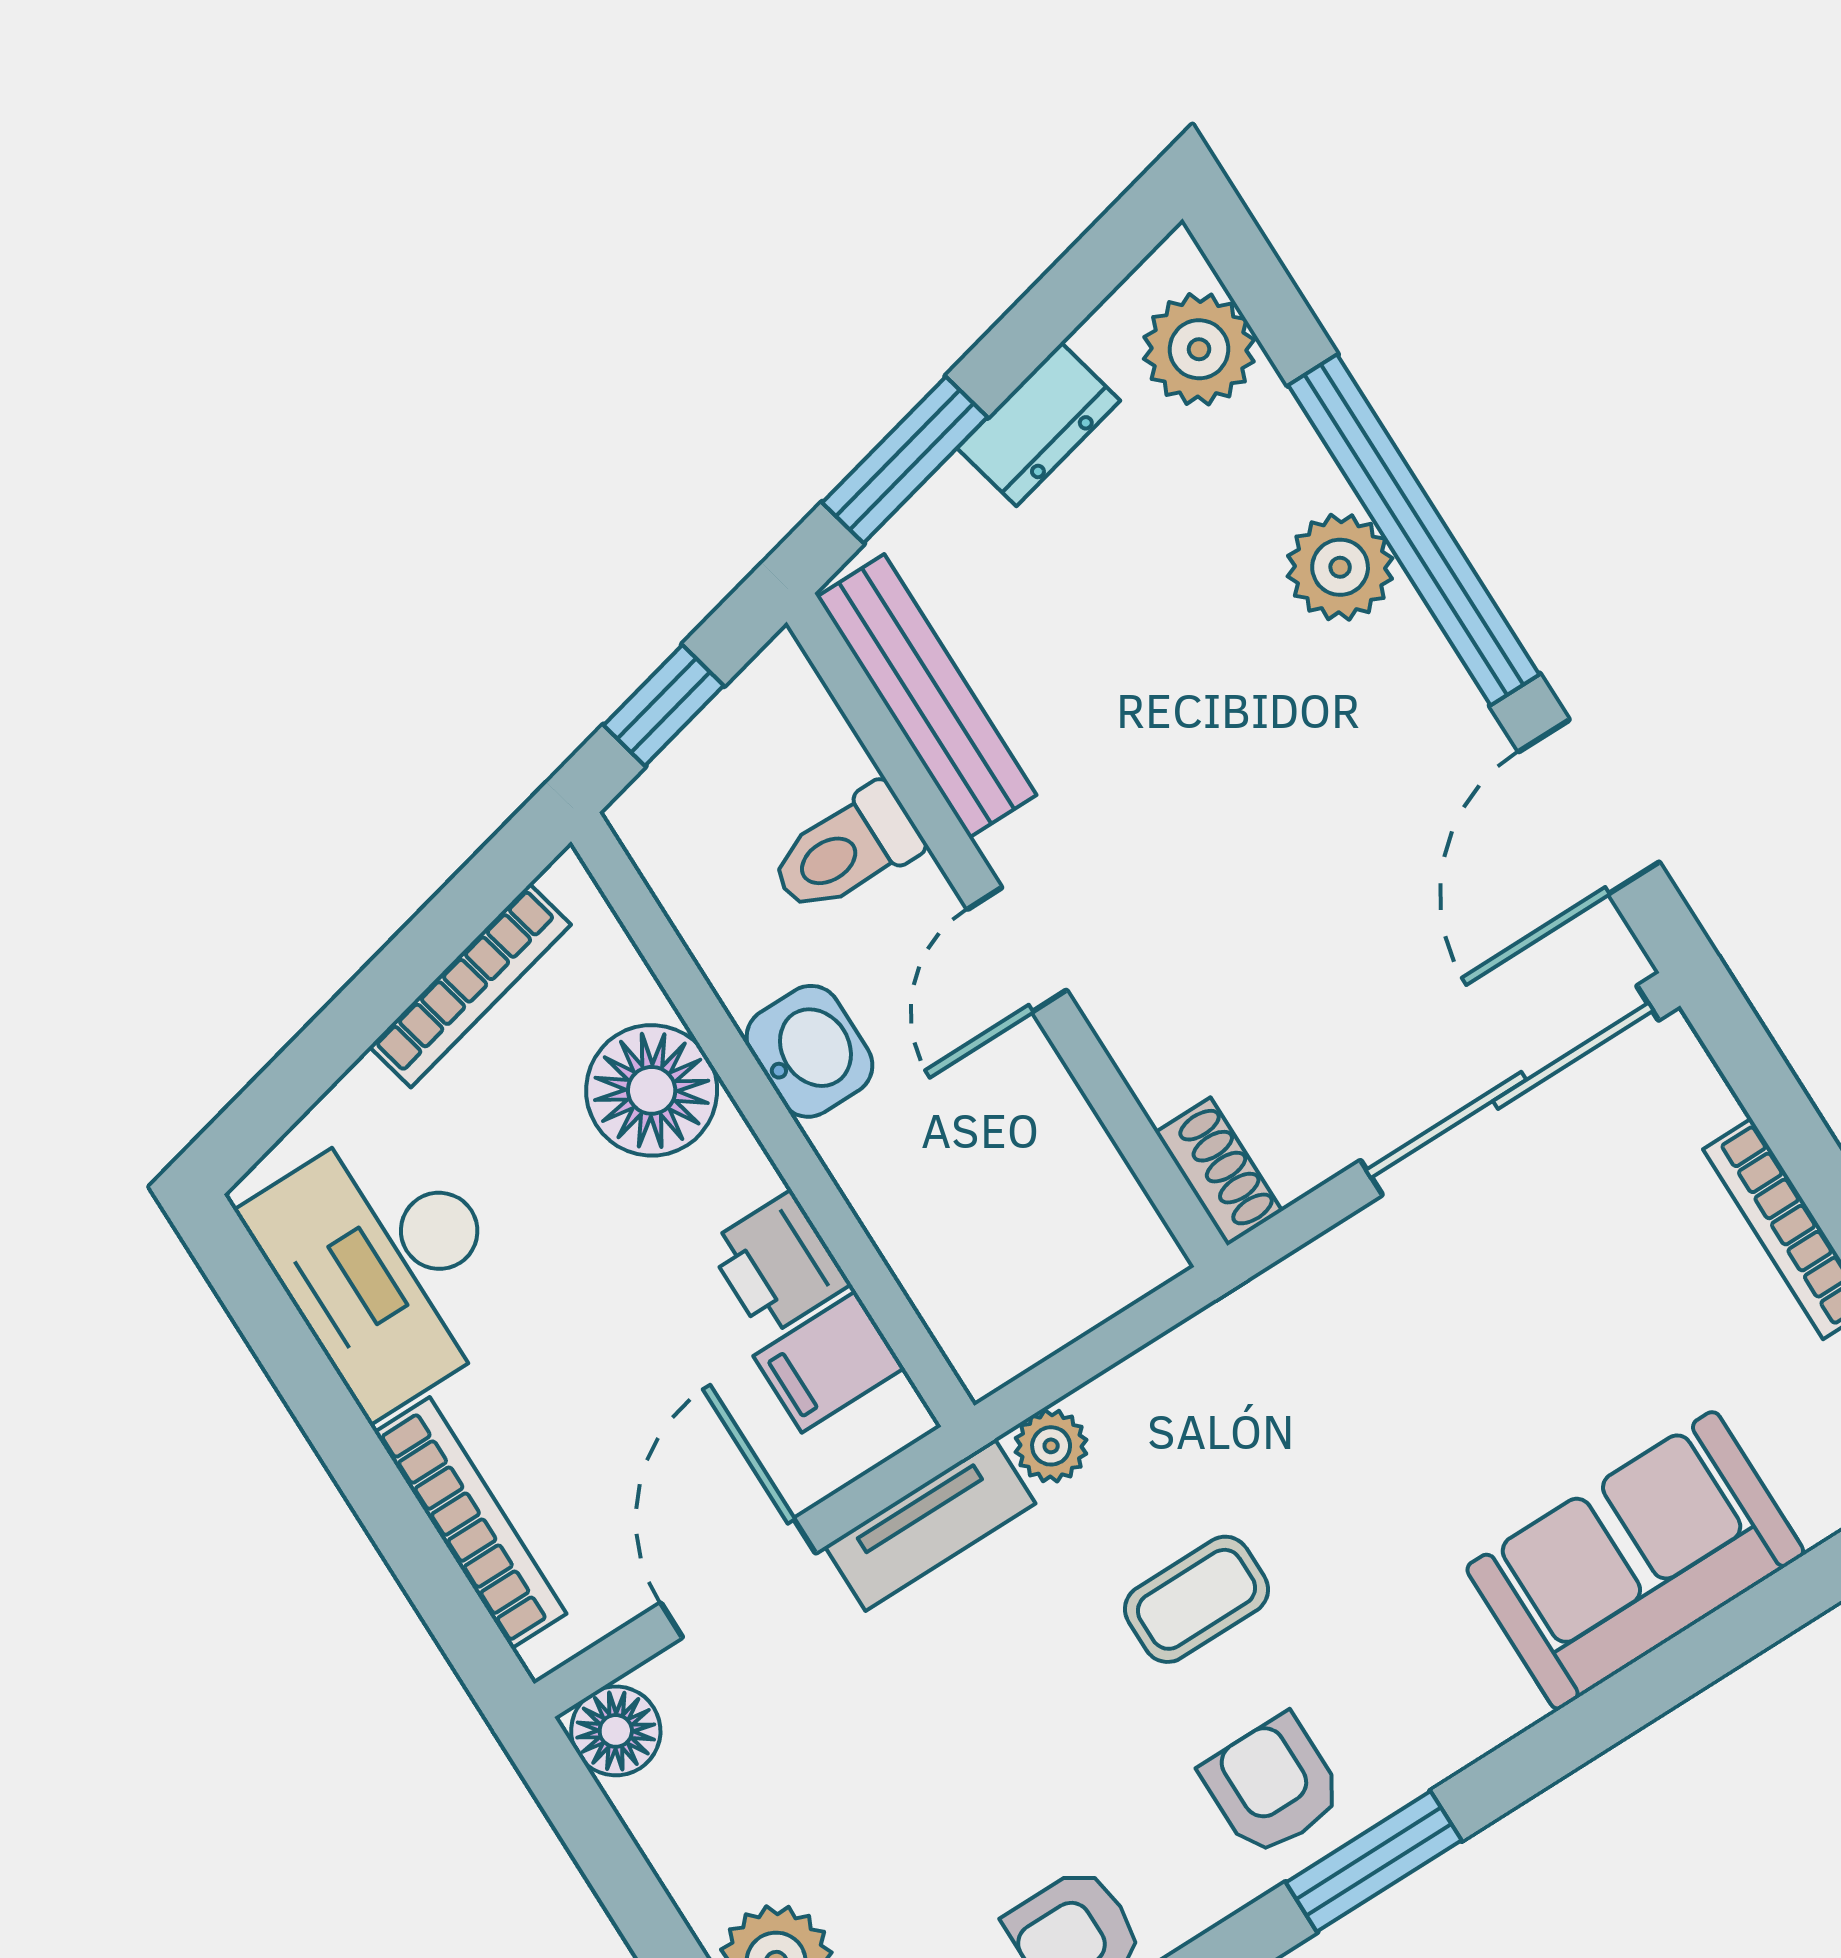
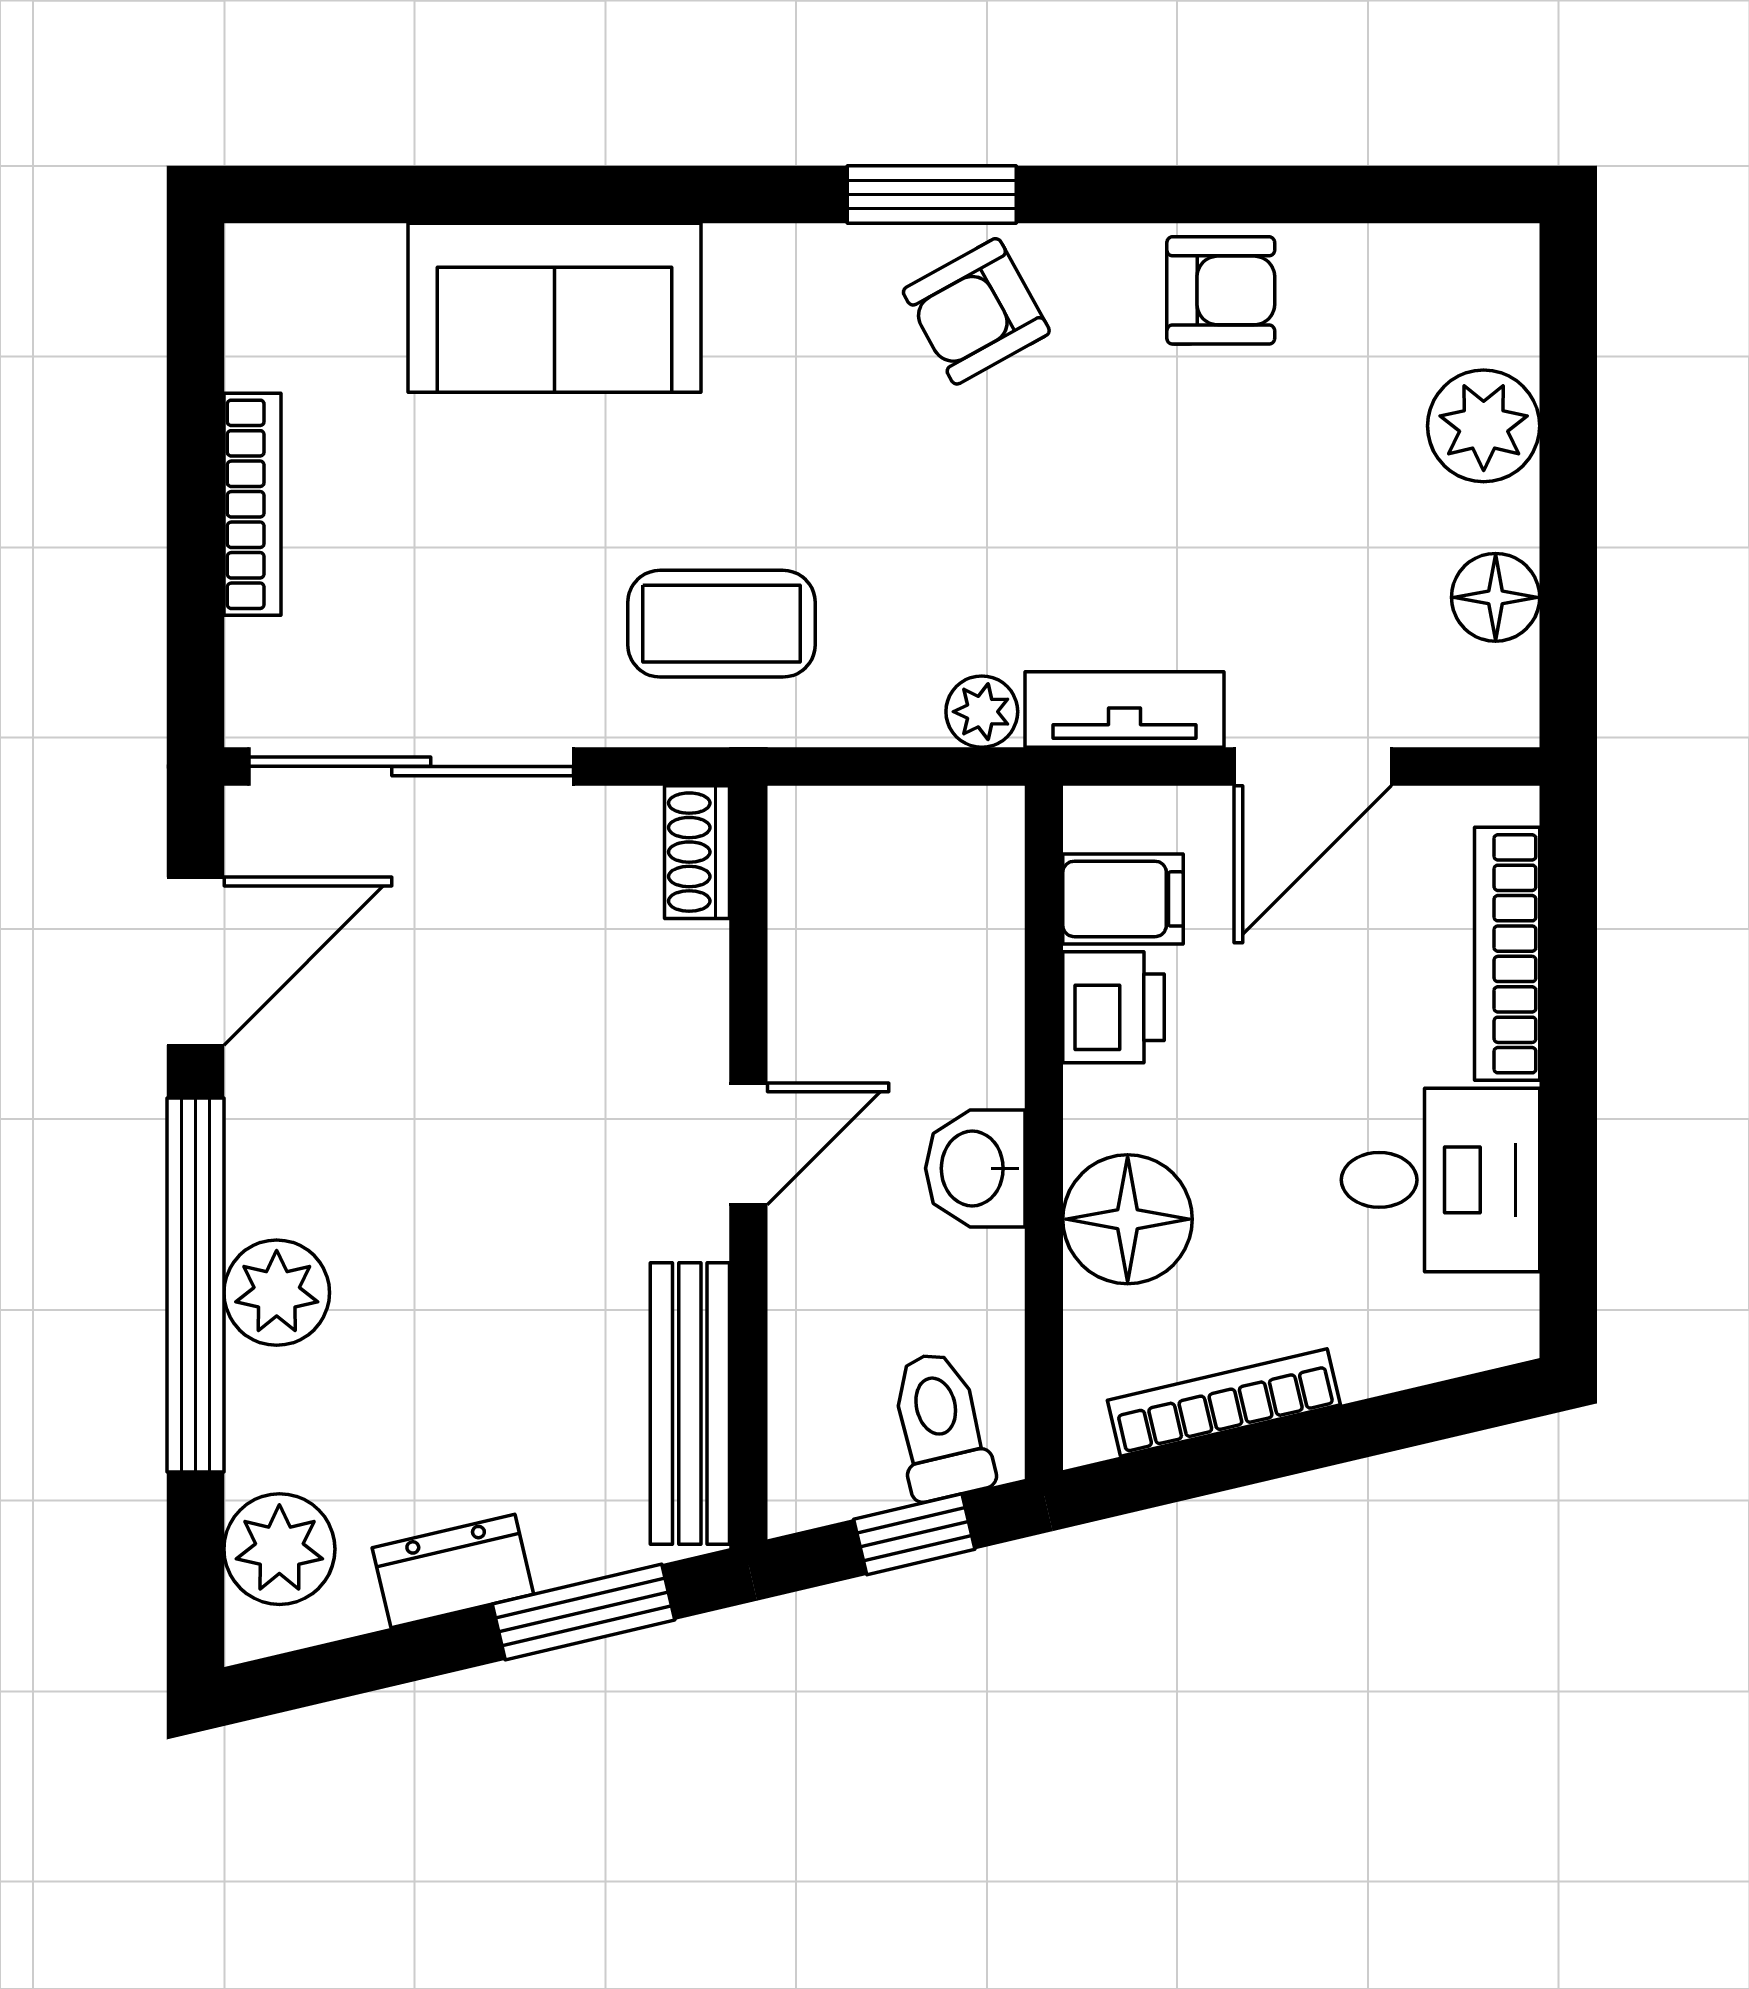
toilet: (846, 850) -> (940, 1426), moved, turned -103
desk: (387, 1264) -> (1441, 1180), width x0.73
coffee table: (1196, 1599) -> (721, 624), moved, width x1.36, depth x1.30
floor lamp: (616, 1731) -> (1496, 597), moved
armchair: (1272, 1785) -> (976, 311), turned 61

